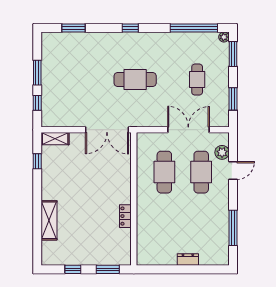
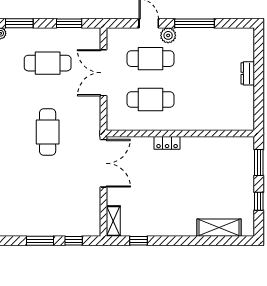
cafe table: (197, 80) -> (48, 63), width x1.37, depth x1.35
plant: (222, 152) -> (168, 35), moved
locker: (125, 216) -> (167, 143), moved
shelving: (49, 220) -> (219, 228), moved
window: (233, 228) -> (195, 23), moved

